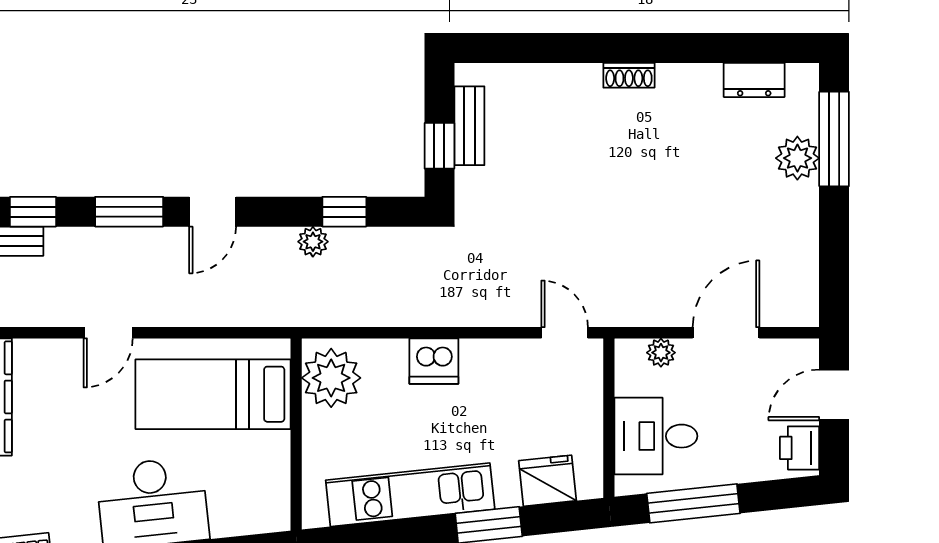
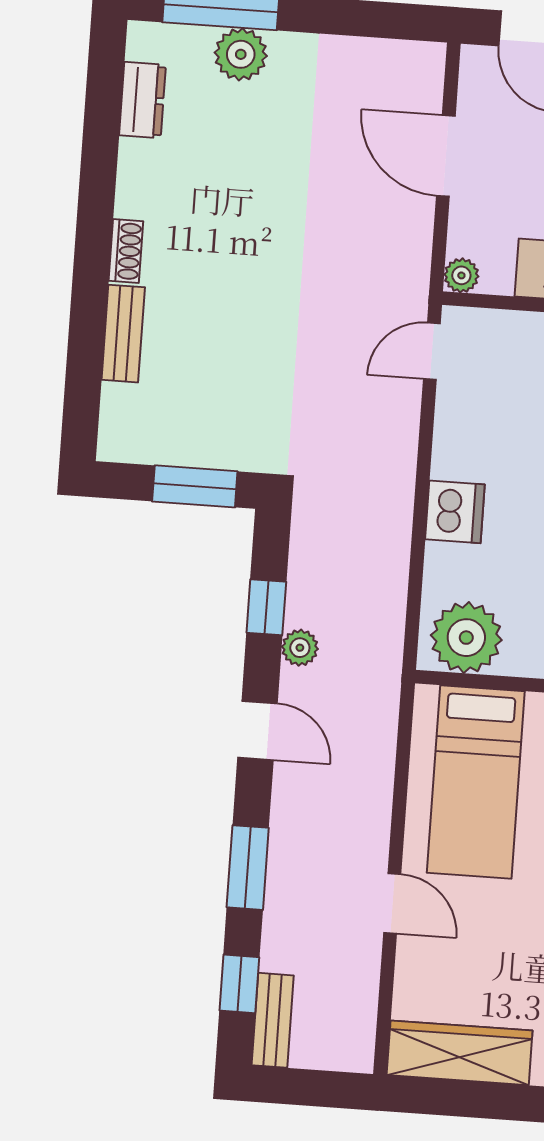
bench: (469, 126) -> (123, 334), moved, turned 90
window: (439, 146) -> (195, 486), width x1.50
door: (213, 212) -> (258, 730), moved
plant: (661, 353) -> (461, 275), moved

